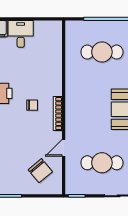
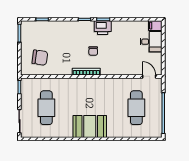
door: (64, 148) -> (149, 76), moved
chair: (40, 171) -> (40, 58), turned -132

